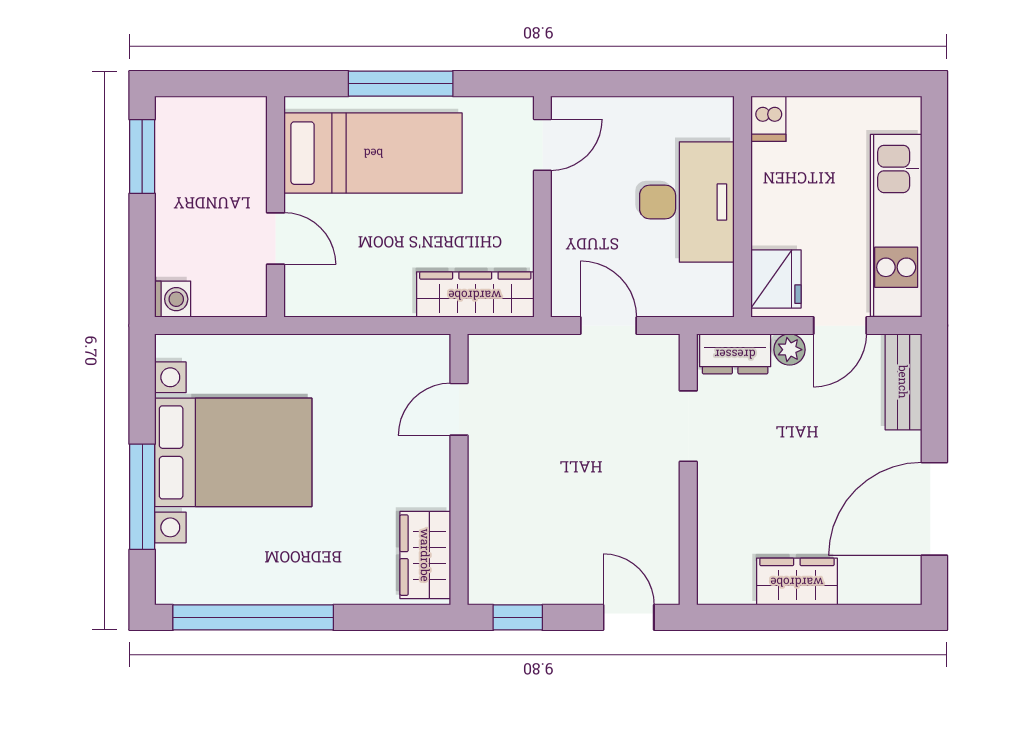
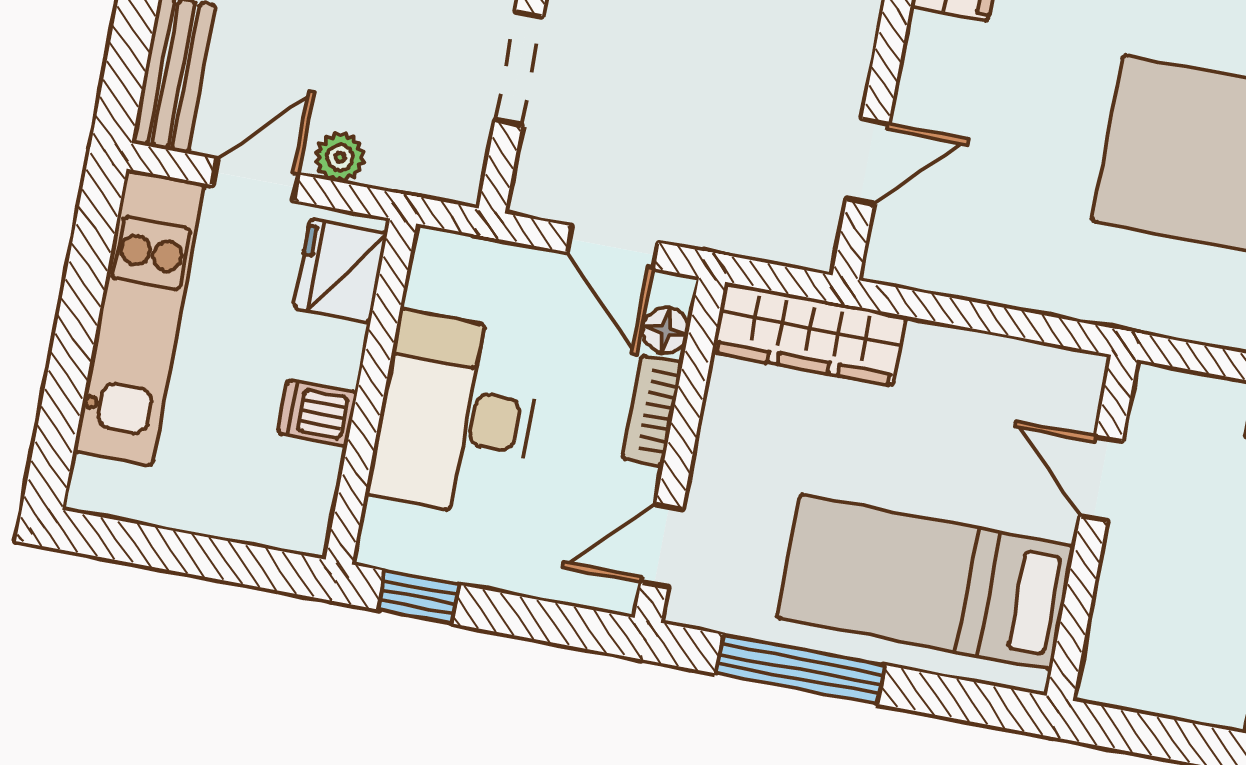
window: (401, 84) -> (800, 669), moved
window: (688, 84) -> (419, 597), added
dishwasher: (768, 119) -> (317, 413), moved, turned -90
bookcase: (564, 228) -> (652, 410), added
floor lamp: (565, 280) -> (666, 330), added
dresser: (735, 354) -> (425, 167), removed

